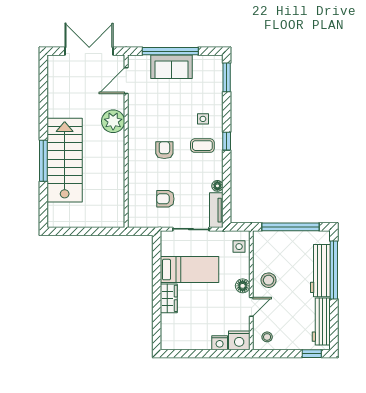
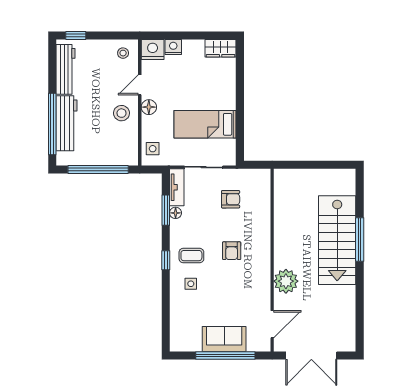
window: (227, 77) -> (166, 210), moved
wardrobe: (169, 298) -> (221, 48), moved, turned -90

